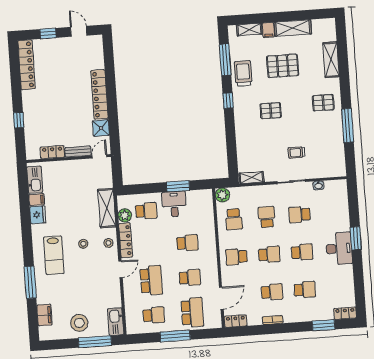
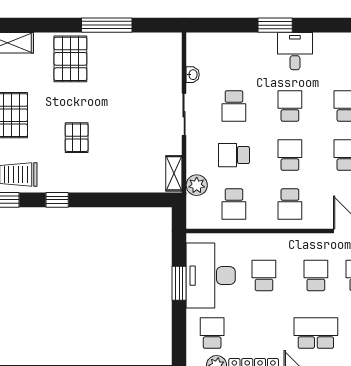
pallet: (323, 103) -> (70, 59), width x1.50, depth x1.42
trolley: (296, 152) -> (141, 104), removed
plant: (222, 195) -> (197, 185), moved
desk: (174, 204) -> (211, 276), width x1.87, depth x1.30
school desk: (234, 219) -> (234, 204), turned 90
desk: (339, 248) -> (295, 51), width x0.73

